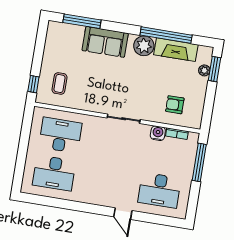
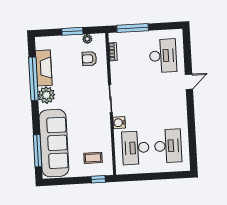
sofa: (105, 42) -> (54, 143), width x1.85, depth x1.27
window: (215, 69) -> (72, 31), moved
plant: (204, 70) -> (87, 39), moved
armchair: (175, 105) -> (89, 59), turned 90
water cooler: (158, 133) -> (119, 123), moved

